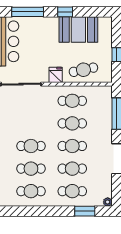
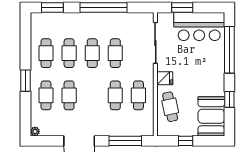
window: (28, 12) -> (229, 50), width x1.46
window: (65, 12) -> (229, 99), moved
booth: (78, 30) -> (211, 116), moved
cafe table: (72, 146) -> (115, 53), moved
window: (85, 211) -> (26, 81), moved

